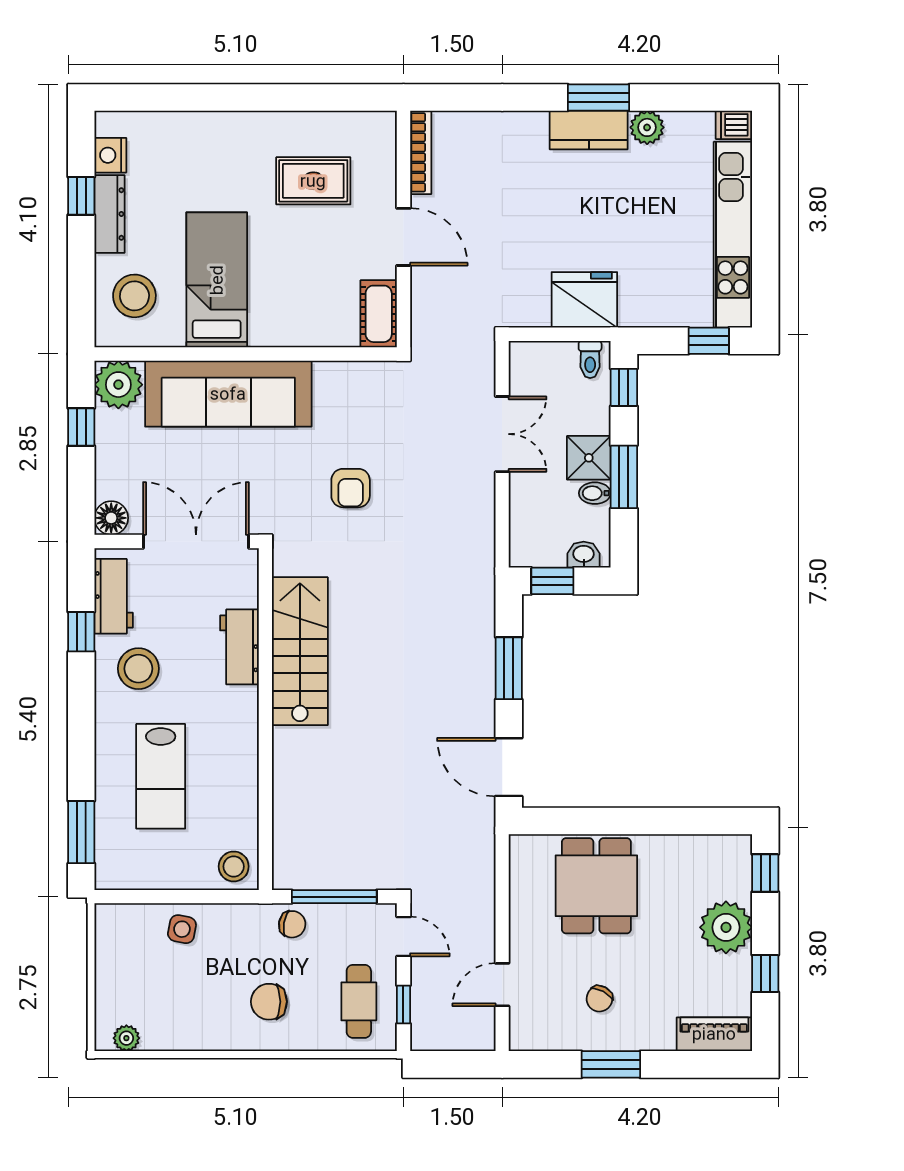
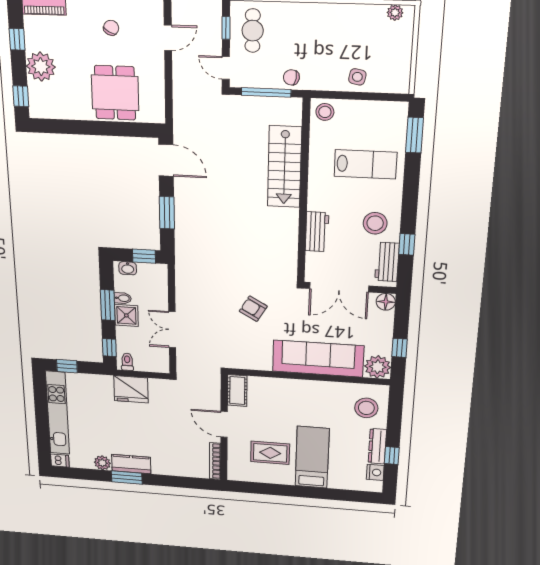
bed: (217, 280) -> (312, 457), moved, turned 180
armchair: (351, 488) -> (253, 309), turned -60
stairs: (300, 651) -> (284, 167), moved
lab bench: (161, 776) -> (365, 164), turned 90
chair: (269, 1002) -> (307, 32), removed

